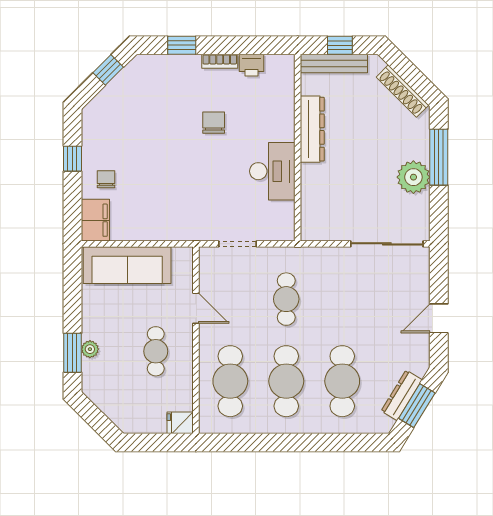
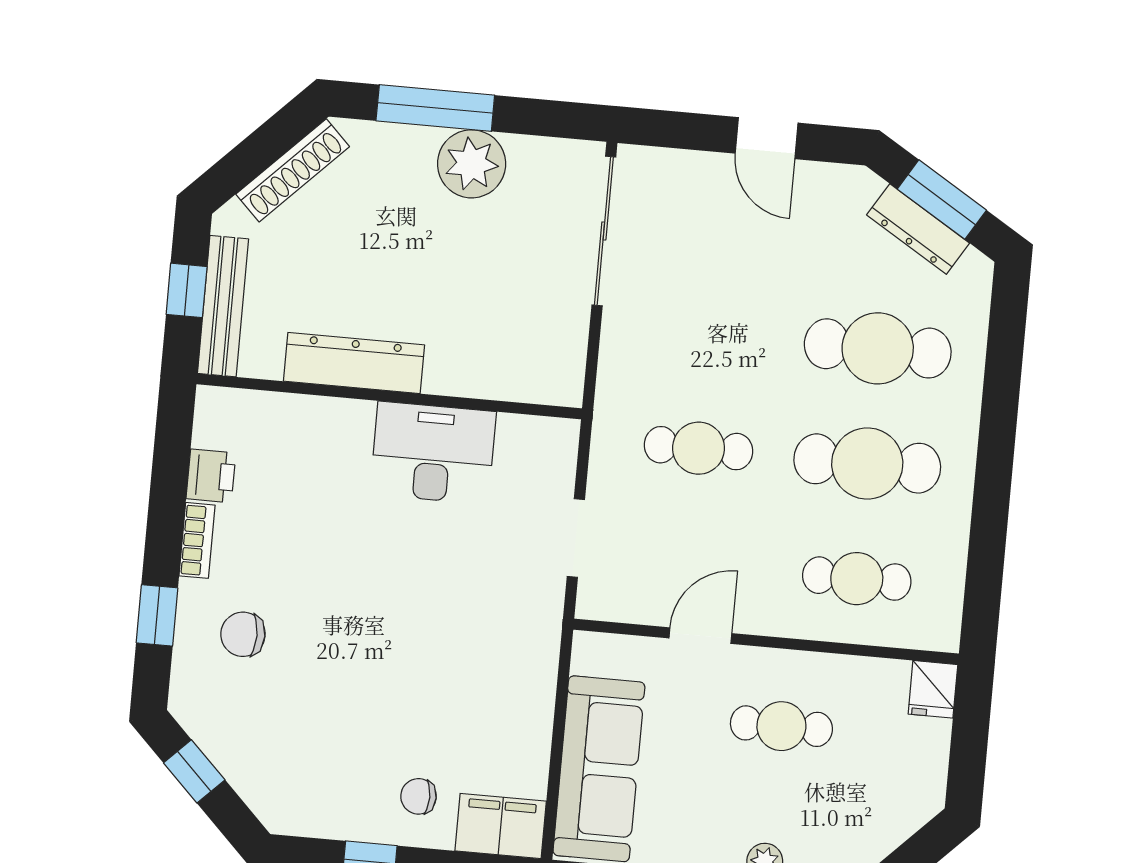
chair: (214, 123) -> (243, 634), moved
cafe table: (230, 381) -> (857, 579), width x0.73, depth x0.74

